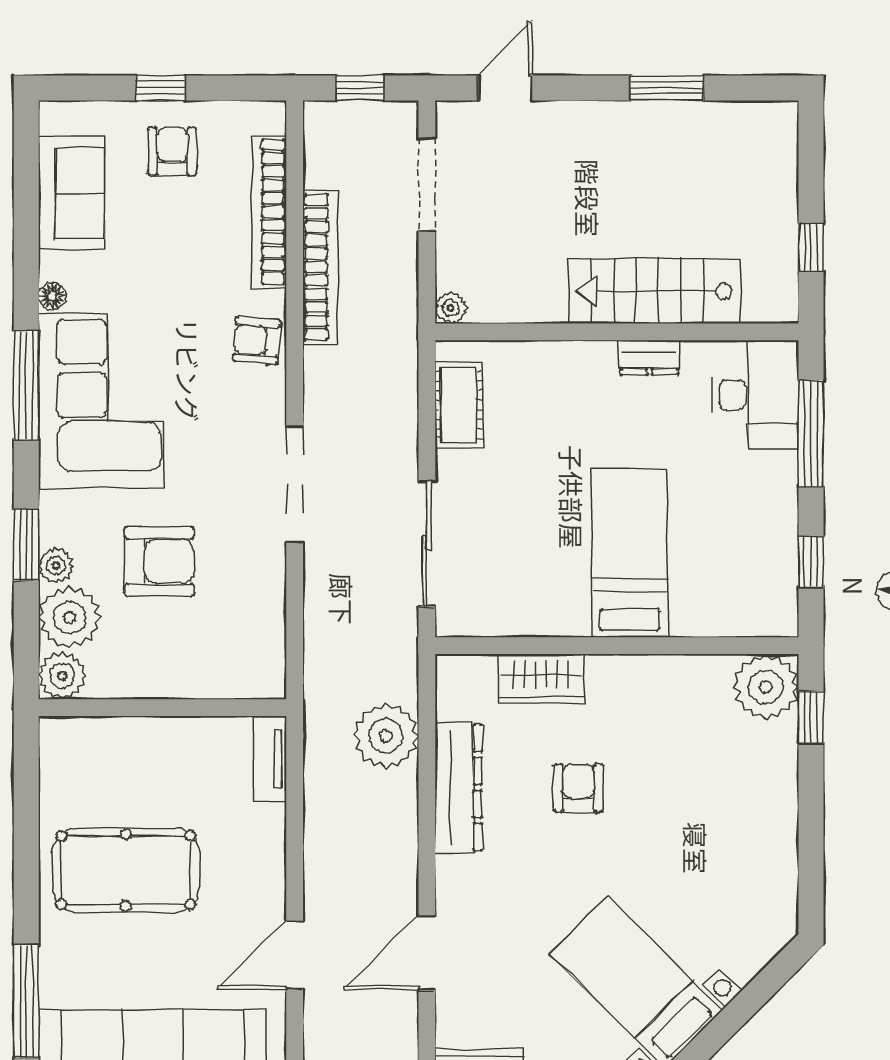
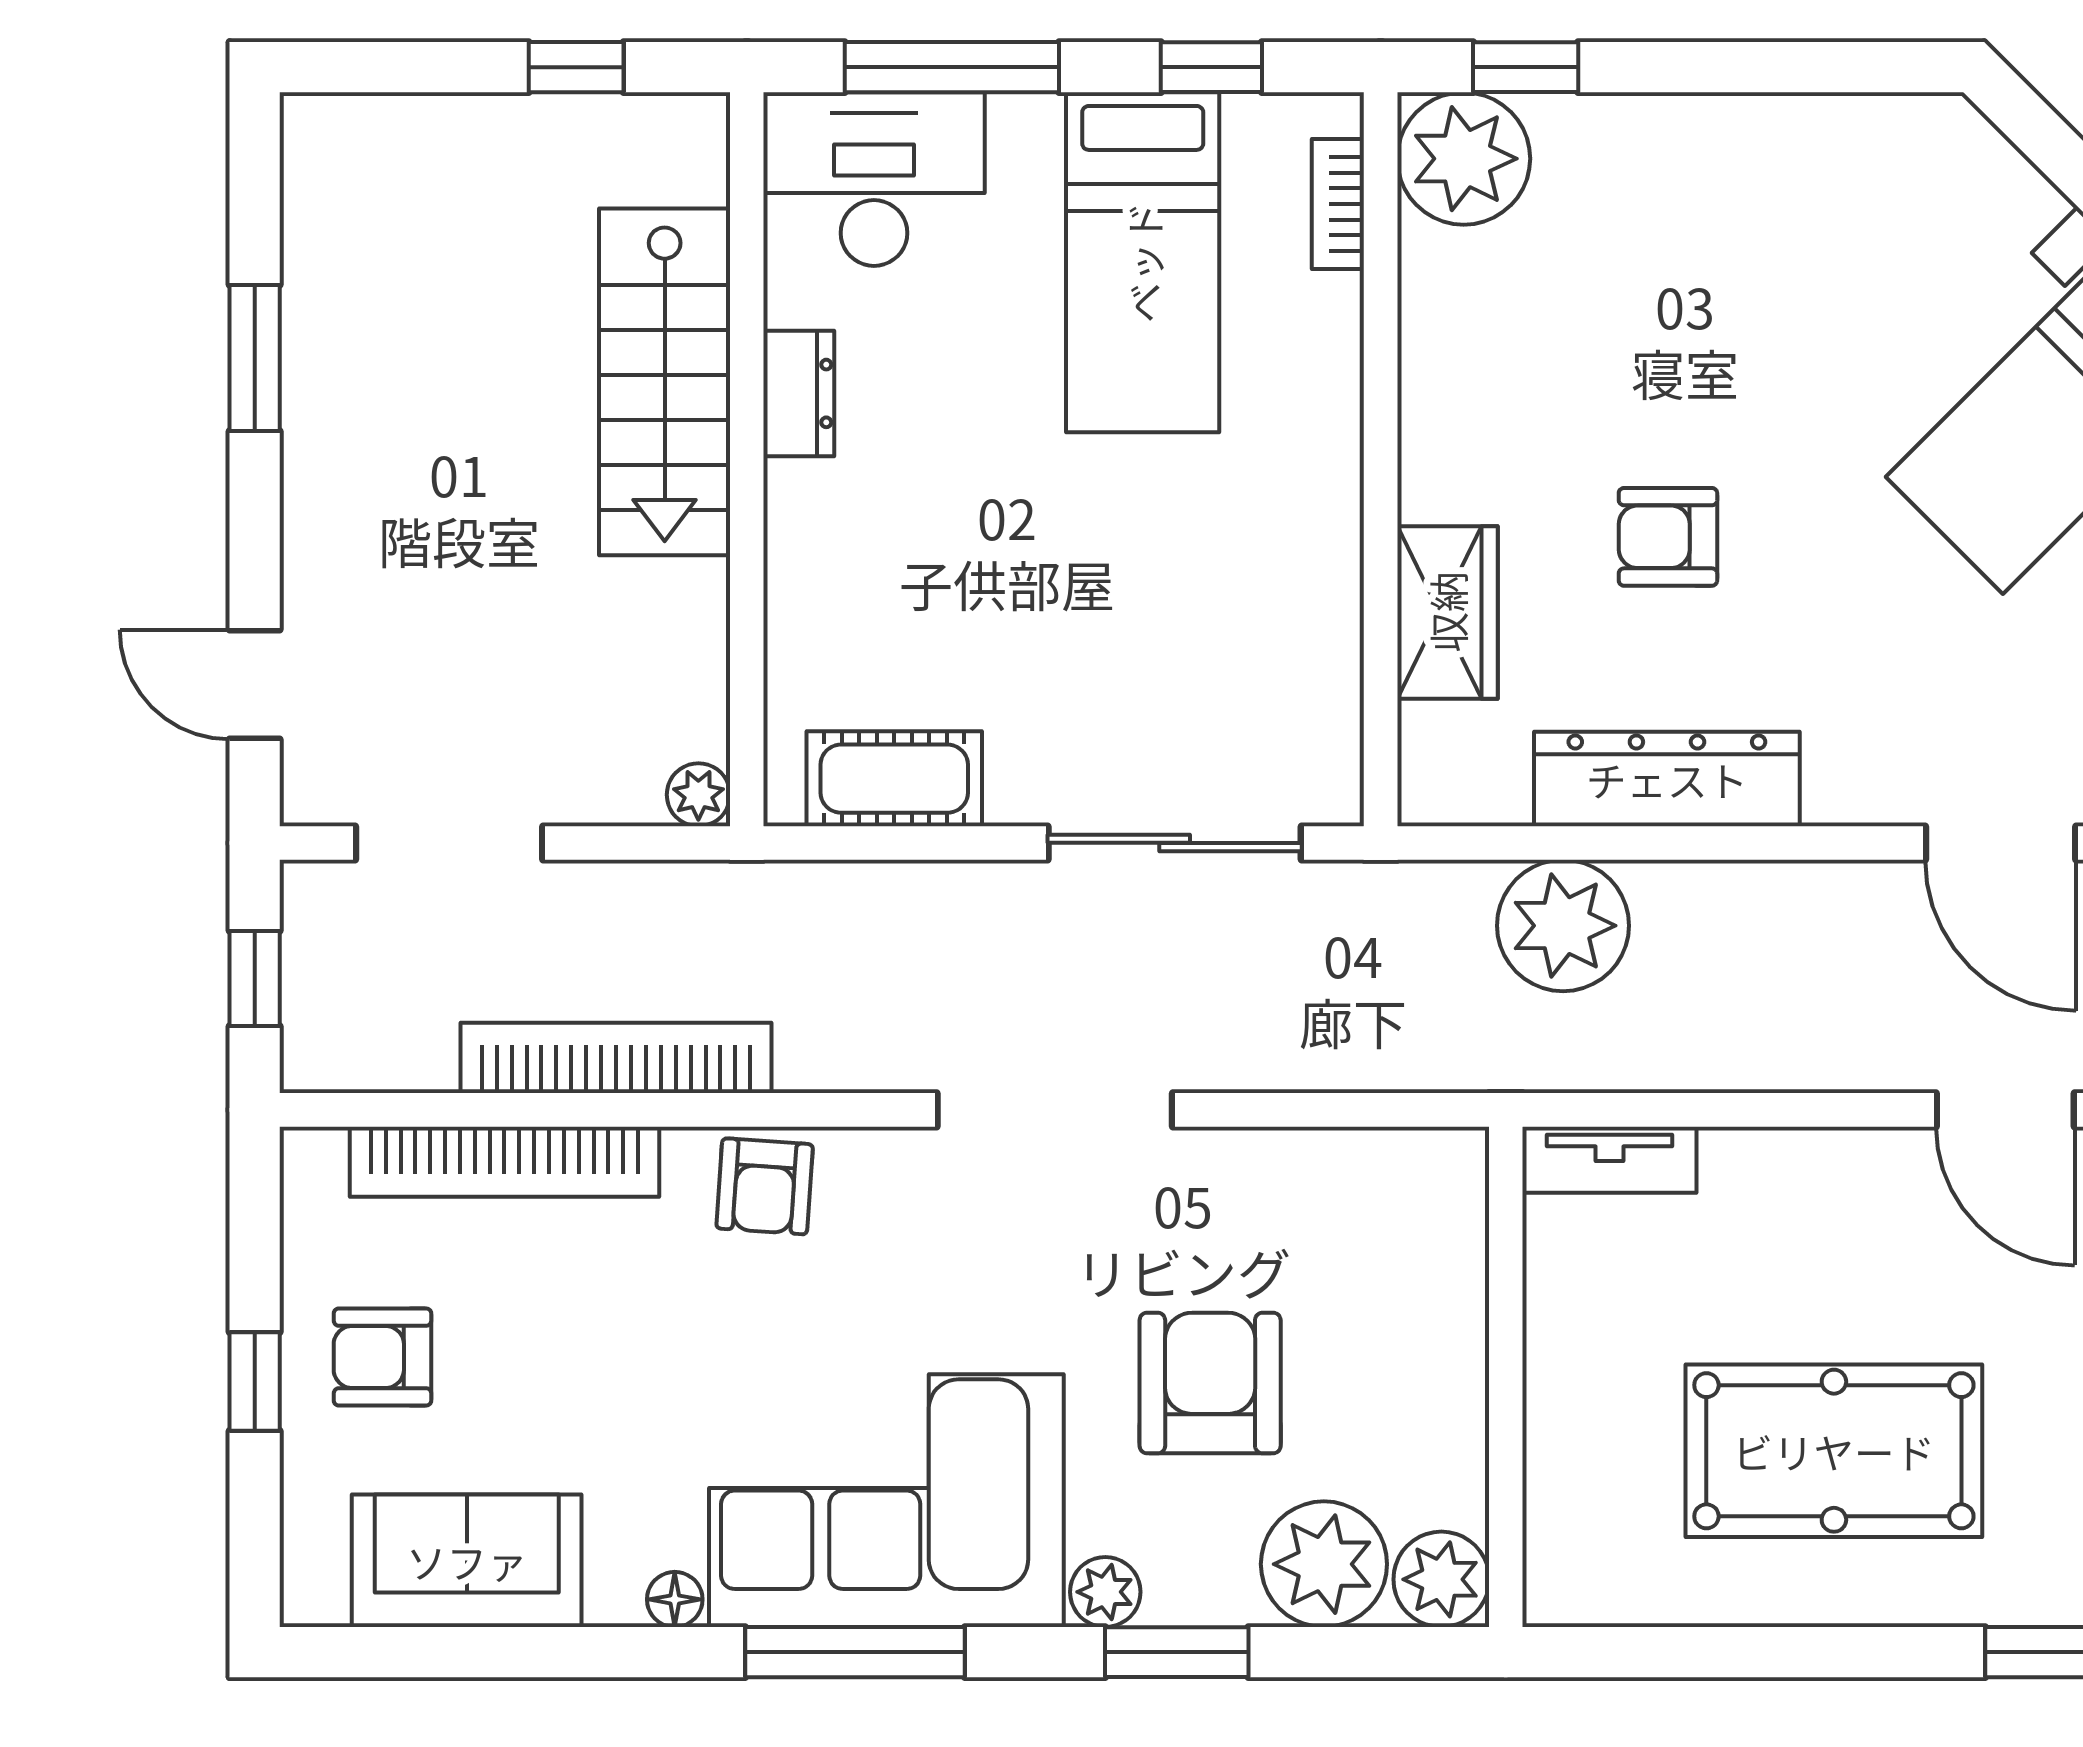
bed: (630, 553) -> (1143, 262), moved, turned -90
plant: (56, 566) -> (1105, 1592), moved
bookcase: (743, 625) -> (1338, 204), added
pool table: (126, 870) -> (1834, 1451), turned 90

